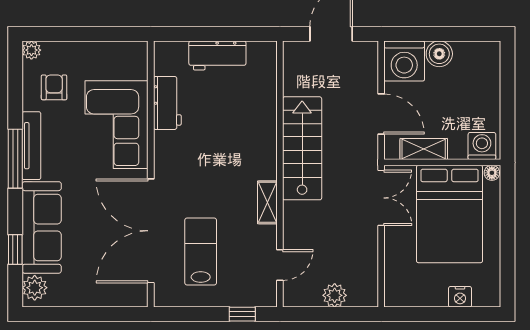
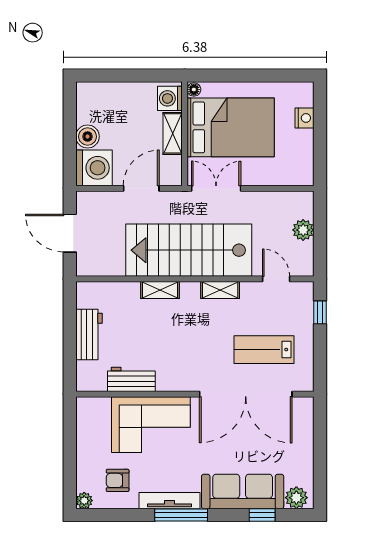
shelving: (267, 135) -> (160, 290), added
stairs: (302, 148) -> (189, 250), width x1.36, depth x1.51
shelving: (424, 149) -> (173, 133), moved

